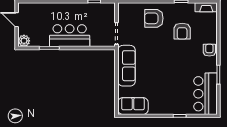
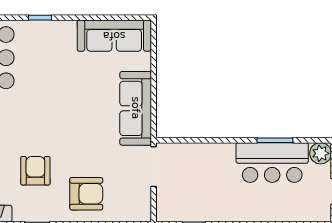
bar counter: (70, 36) -> (272, 163), moved
sofa: (133, 106) -> (114, 36), width x1.36

